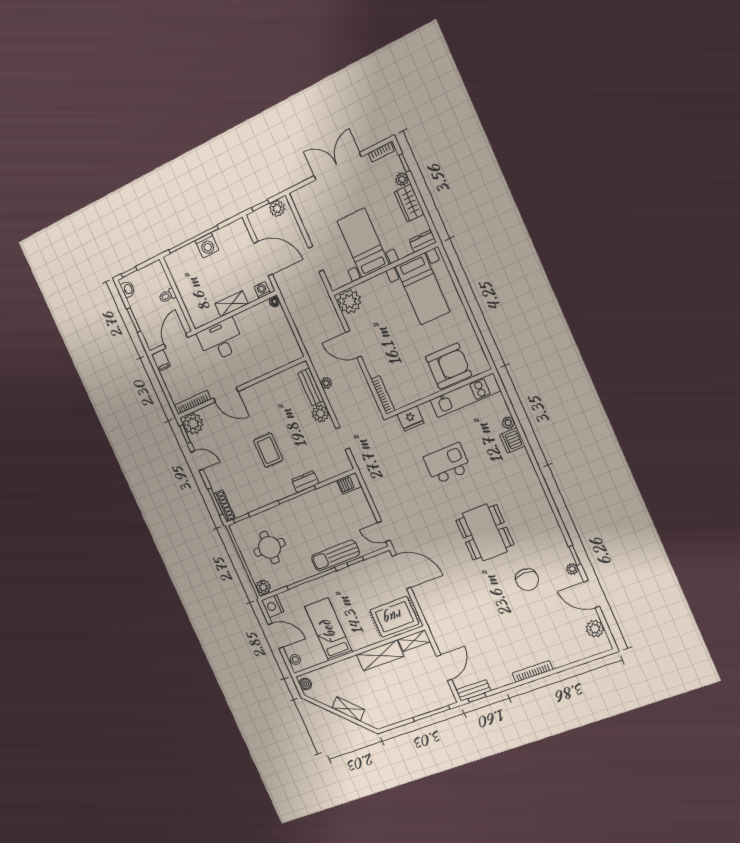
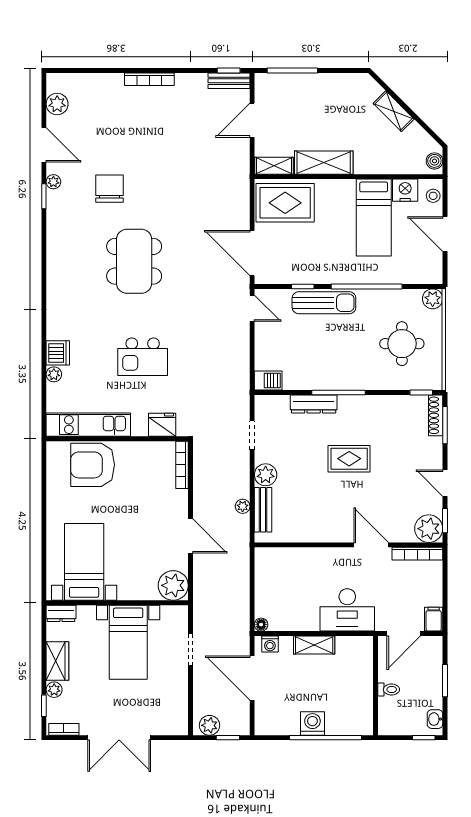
rug: (268, 450) -> (349, 459), turned 90
dresser: (305, 482) -> (314, 404), width x1.44
nightstand: (273, 606) -> (405, 190), moved, turned -90

